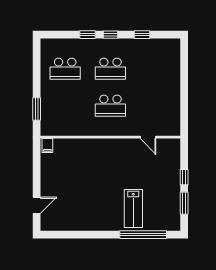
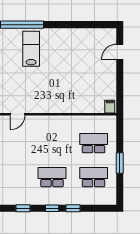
school desk: (110, 106) -> (94, 143), moved
window: (37, 109) -> (120, 163), moved
door: (148, 137) -> (17, 114), swing flipped

